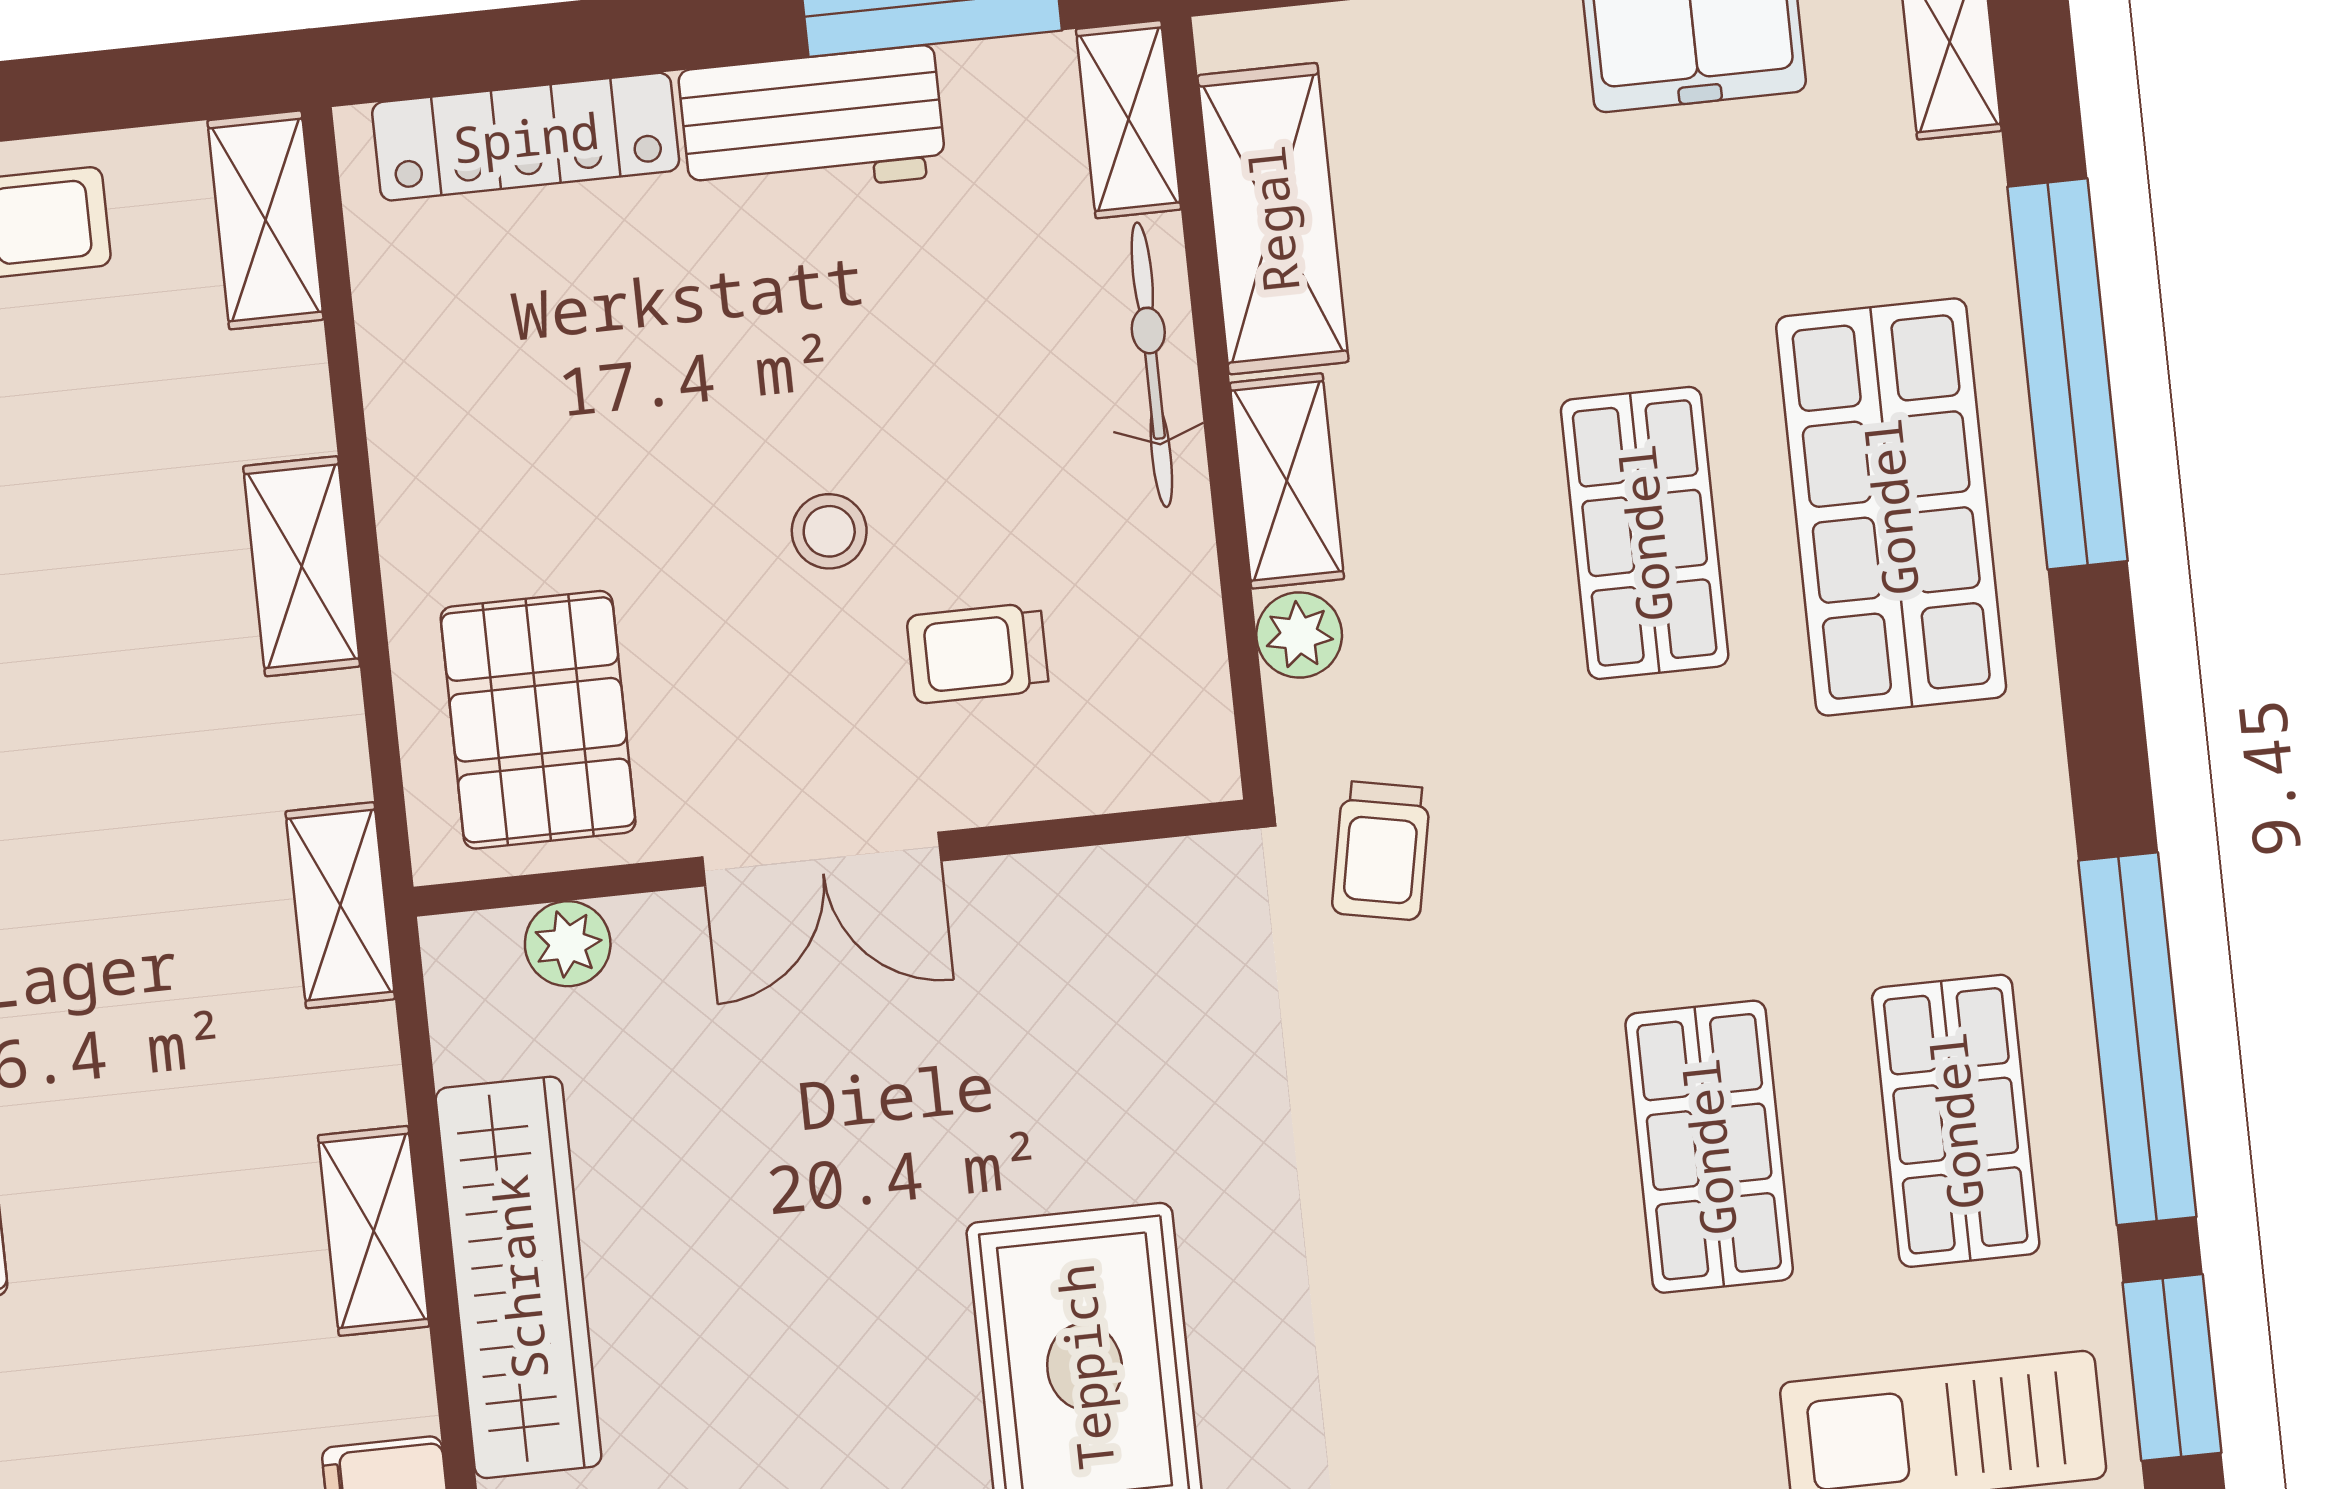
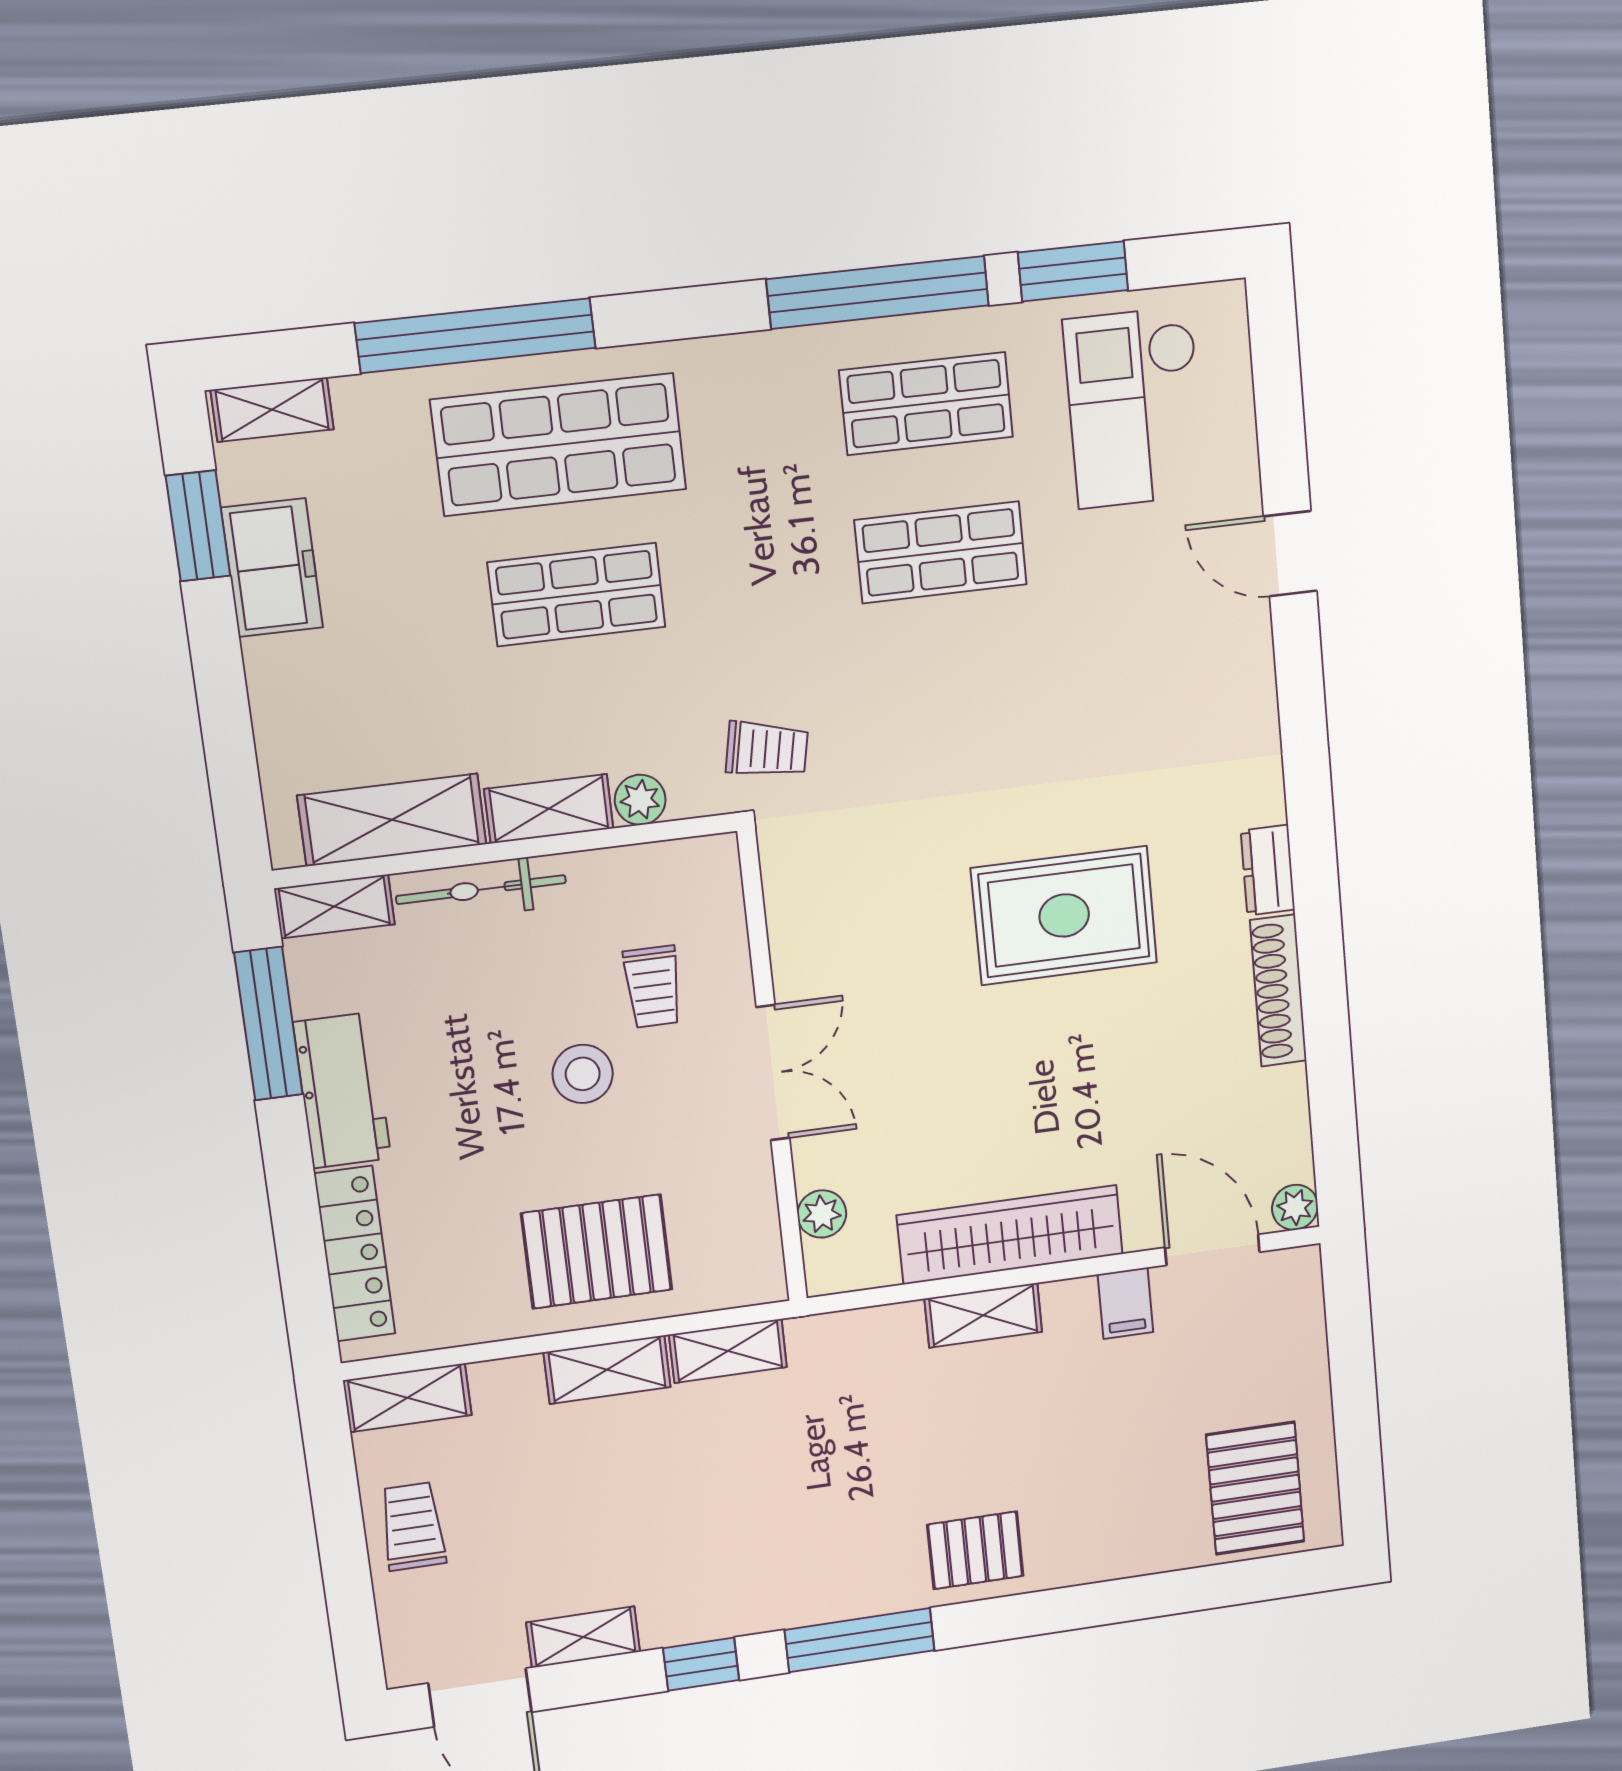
stool: (829, 531) -> (583, 1074), width x1.37, depth x1.37
pallet: (538, 720) -> (597, 1251), moved
shelving: (340, 905) -> (728, 1351), moved

